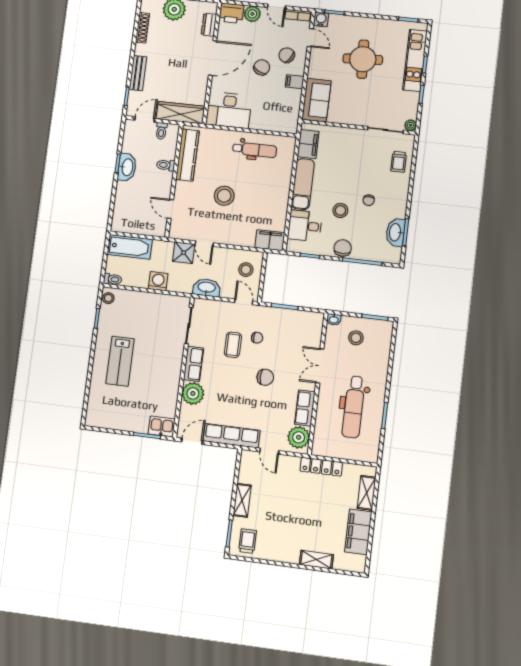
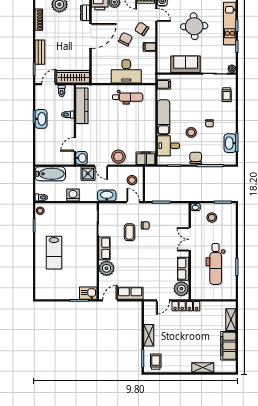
sofa: (316, 100) -> (186, 64), moved, turned -90
desk: (229, 110) -> (126, 71), moved
filing cabinet: (308, 144) -> (164, 84), width x0.50
stool: (224, 196) -> (118, 157), moved
door: (170, 209) -> (75, 144), hinge flipped
washbasin: (177, 229) -> (82, 158), added
chair: (265, 377) -> (154, 251), removed
row of seats: (232, 436) -> (130, 293), width x0.68
door: (269, 451) -> (163, 300), hinge flipped
locker: (321, 467) -> (186, 306), moved

